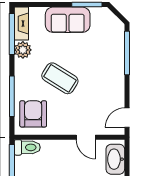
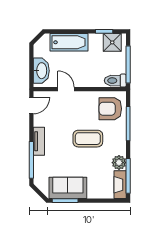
sofa: (68, 20) -> (68, 188), moved
tv unit: (118, 75) -> (39, 141), added
coffee table: (60, 78) -> (88, 139), turned -32
armchair: (33, 114) -> (110, 109), turned 90

